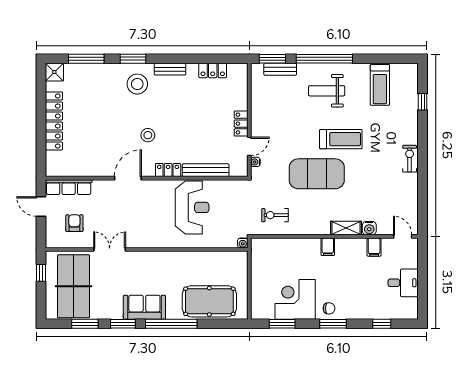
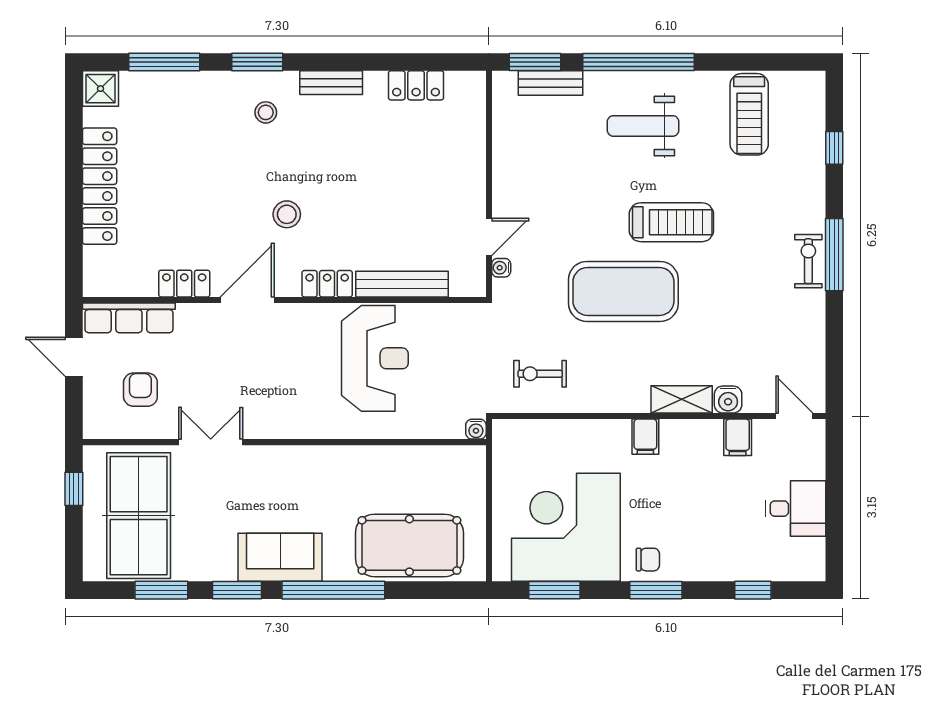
stool: (137, 84) -> (266, 112), width x0.53, depth x0.53
locker: (241, 124) -> (184, 284), moved, turned 90
window: (423, 155) -> (834, 255), added
corner desk: (295, 299) -> (566, 527), width x1.36, depth x1.36

